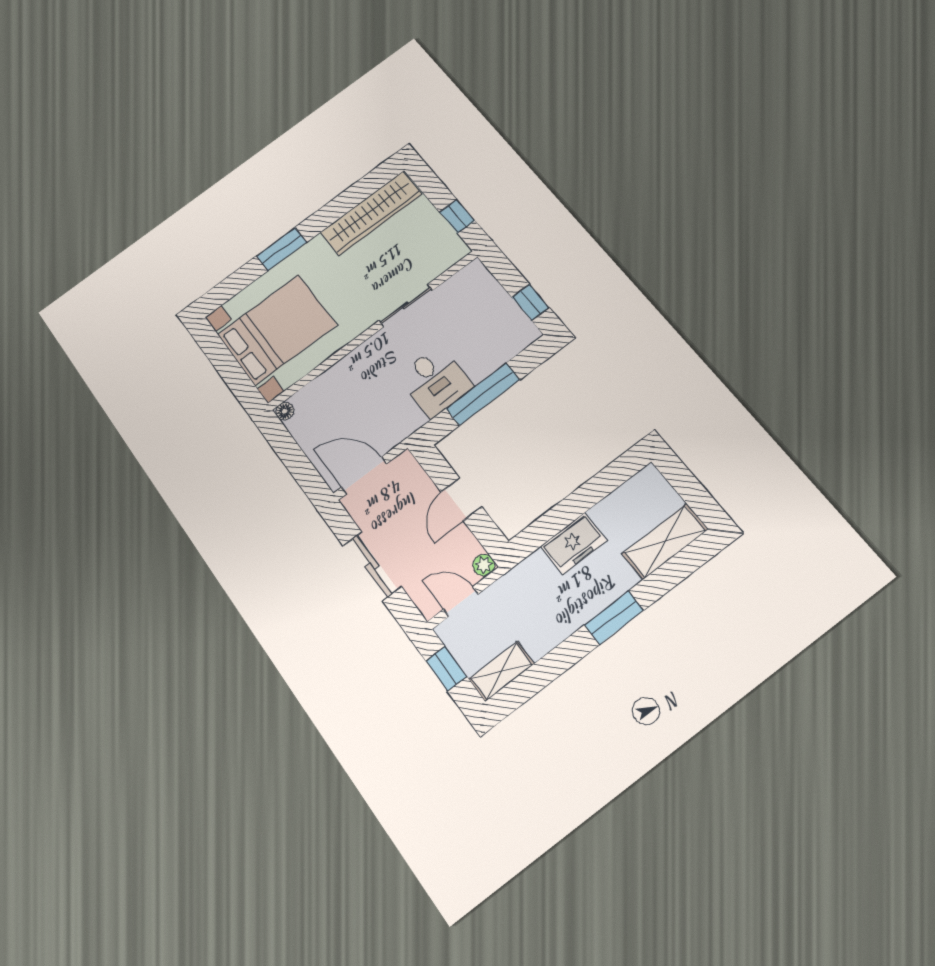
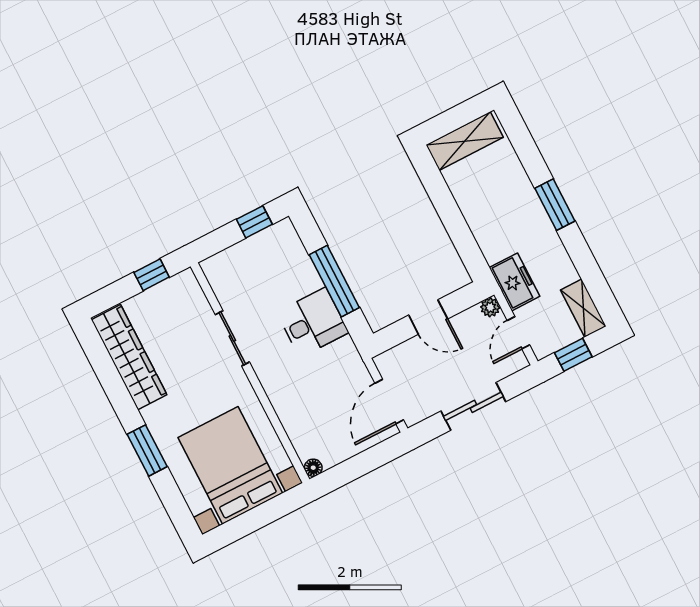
shelving: (665, 541) -> (465, 141), moved, turned 90
freezer: (574, 544) -> (515, 282), moved

